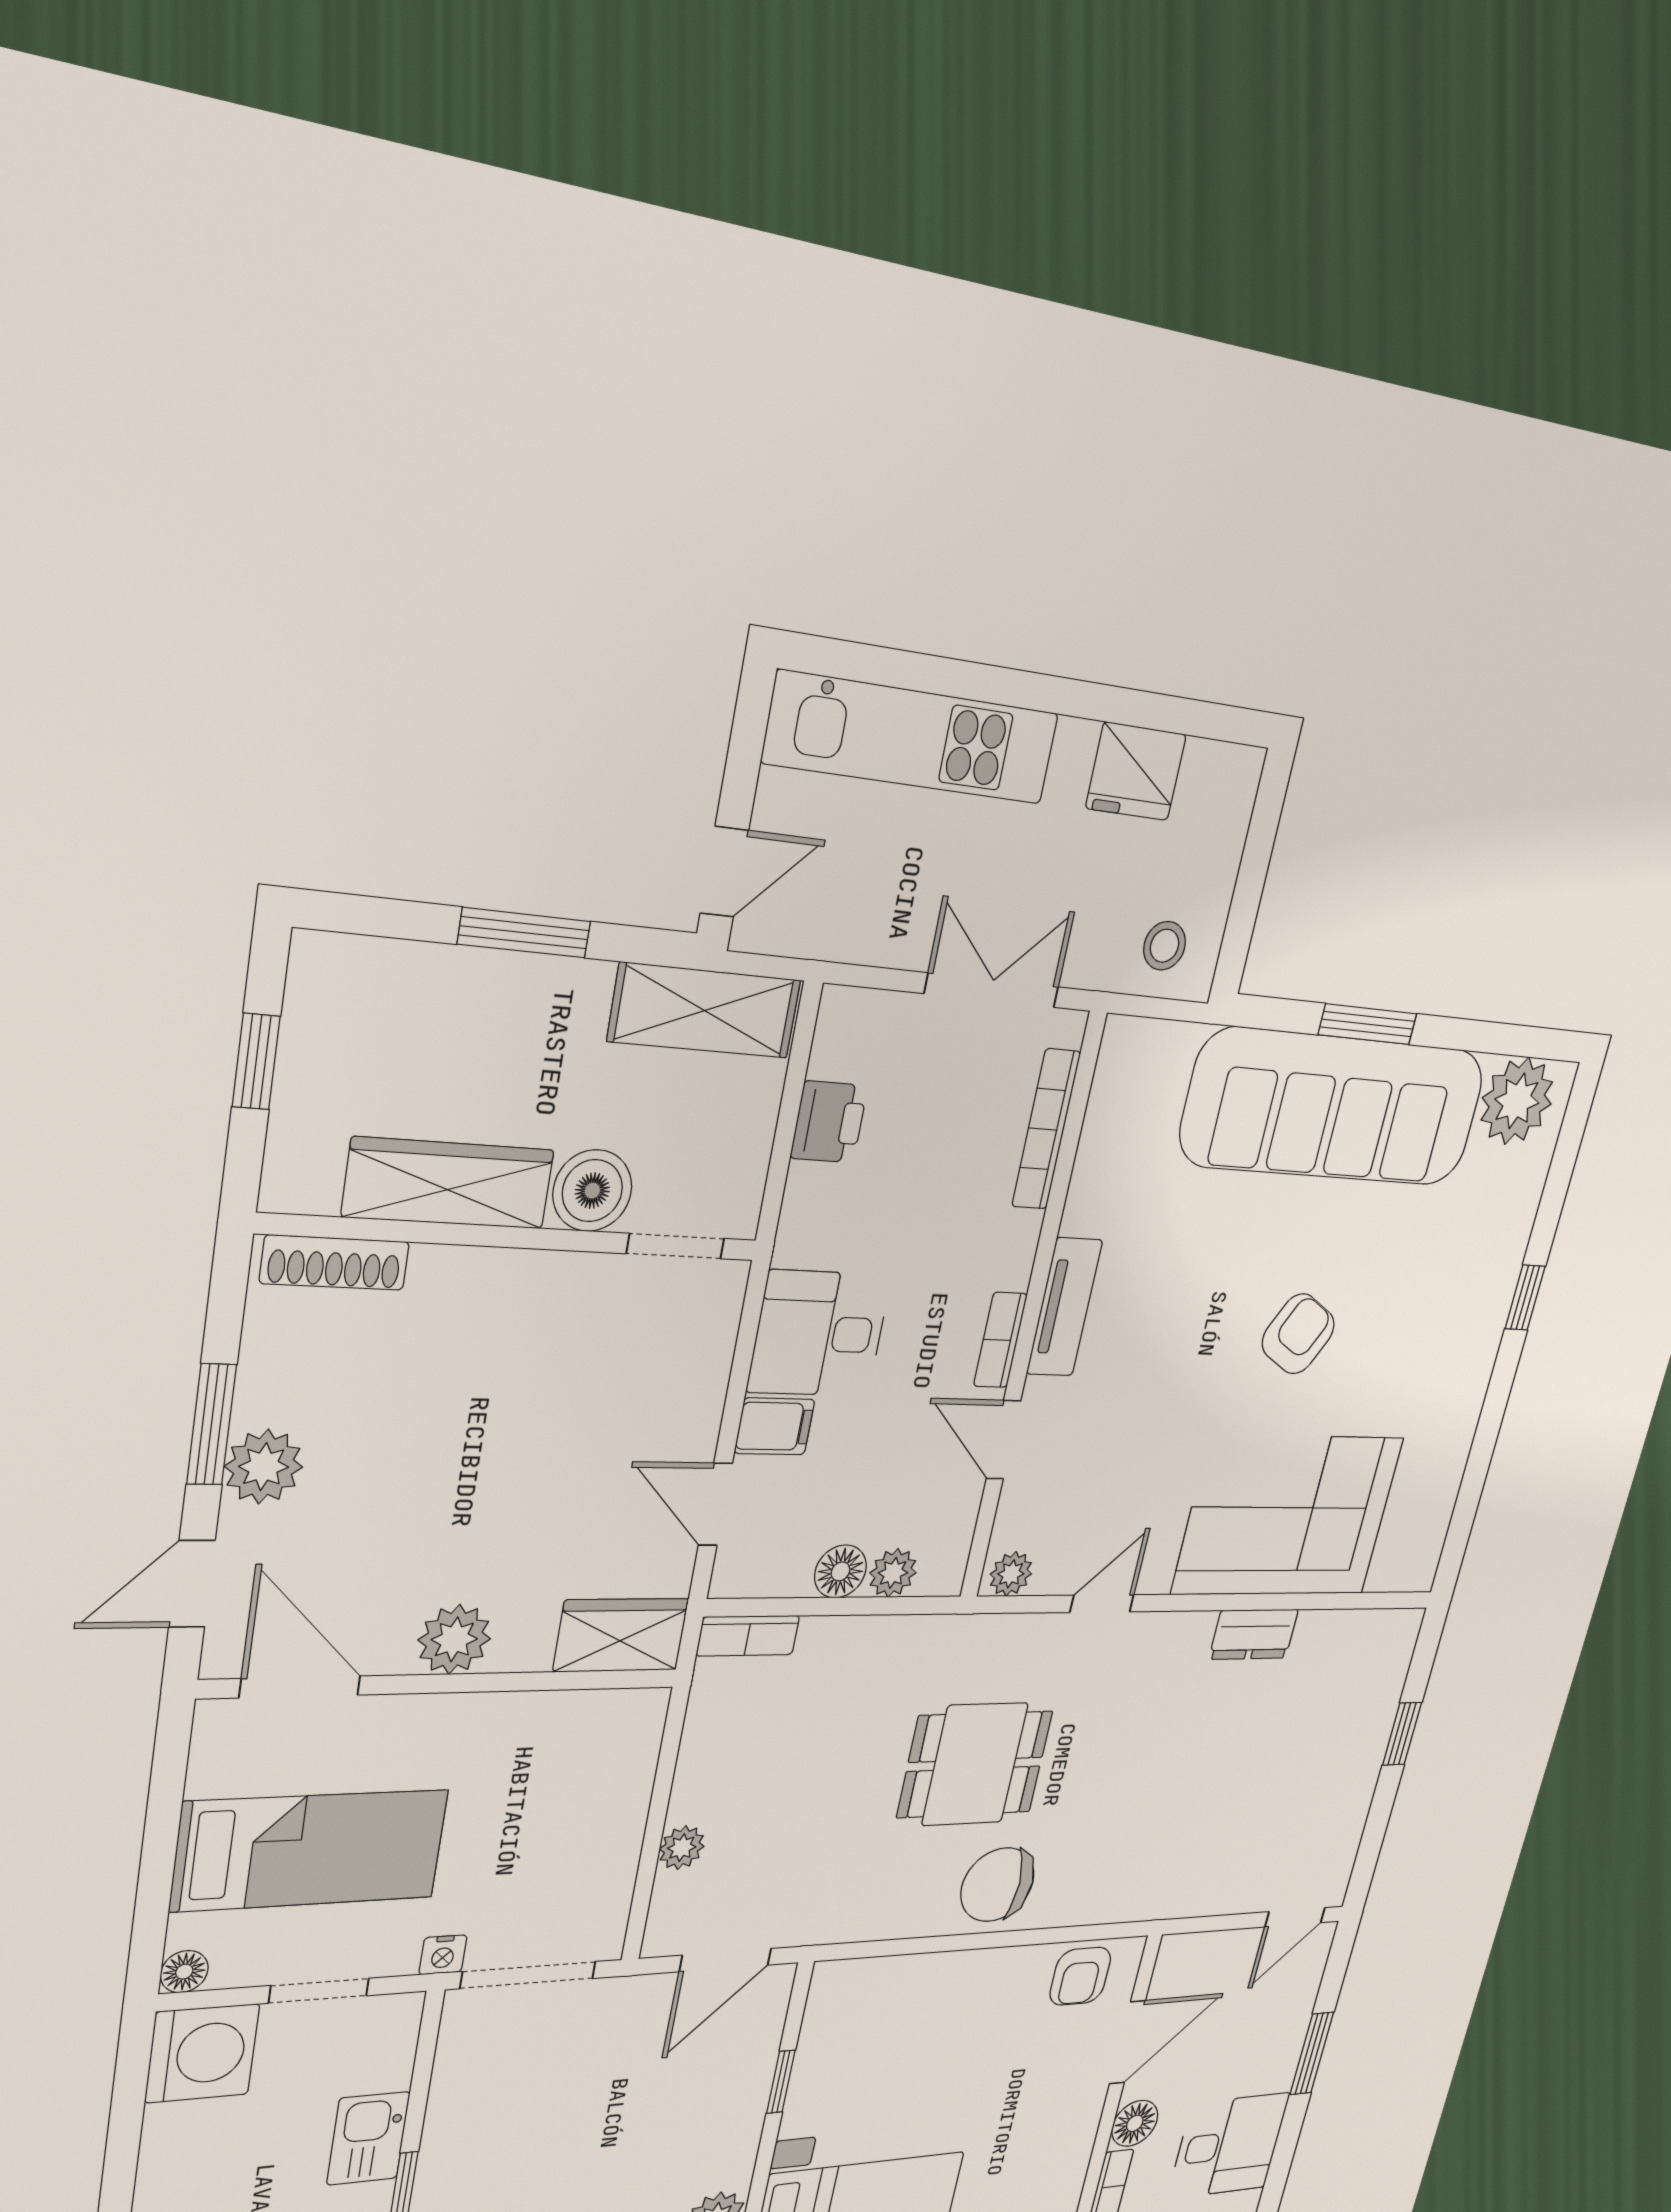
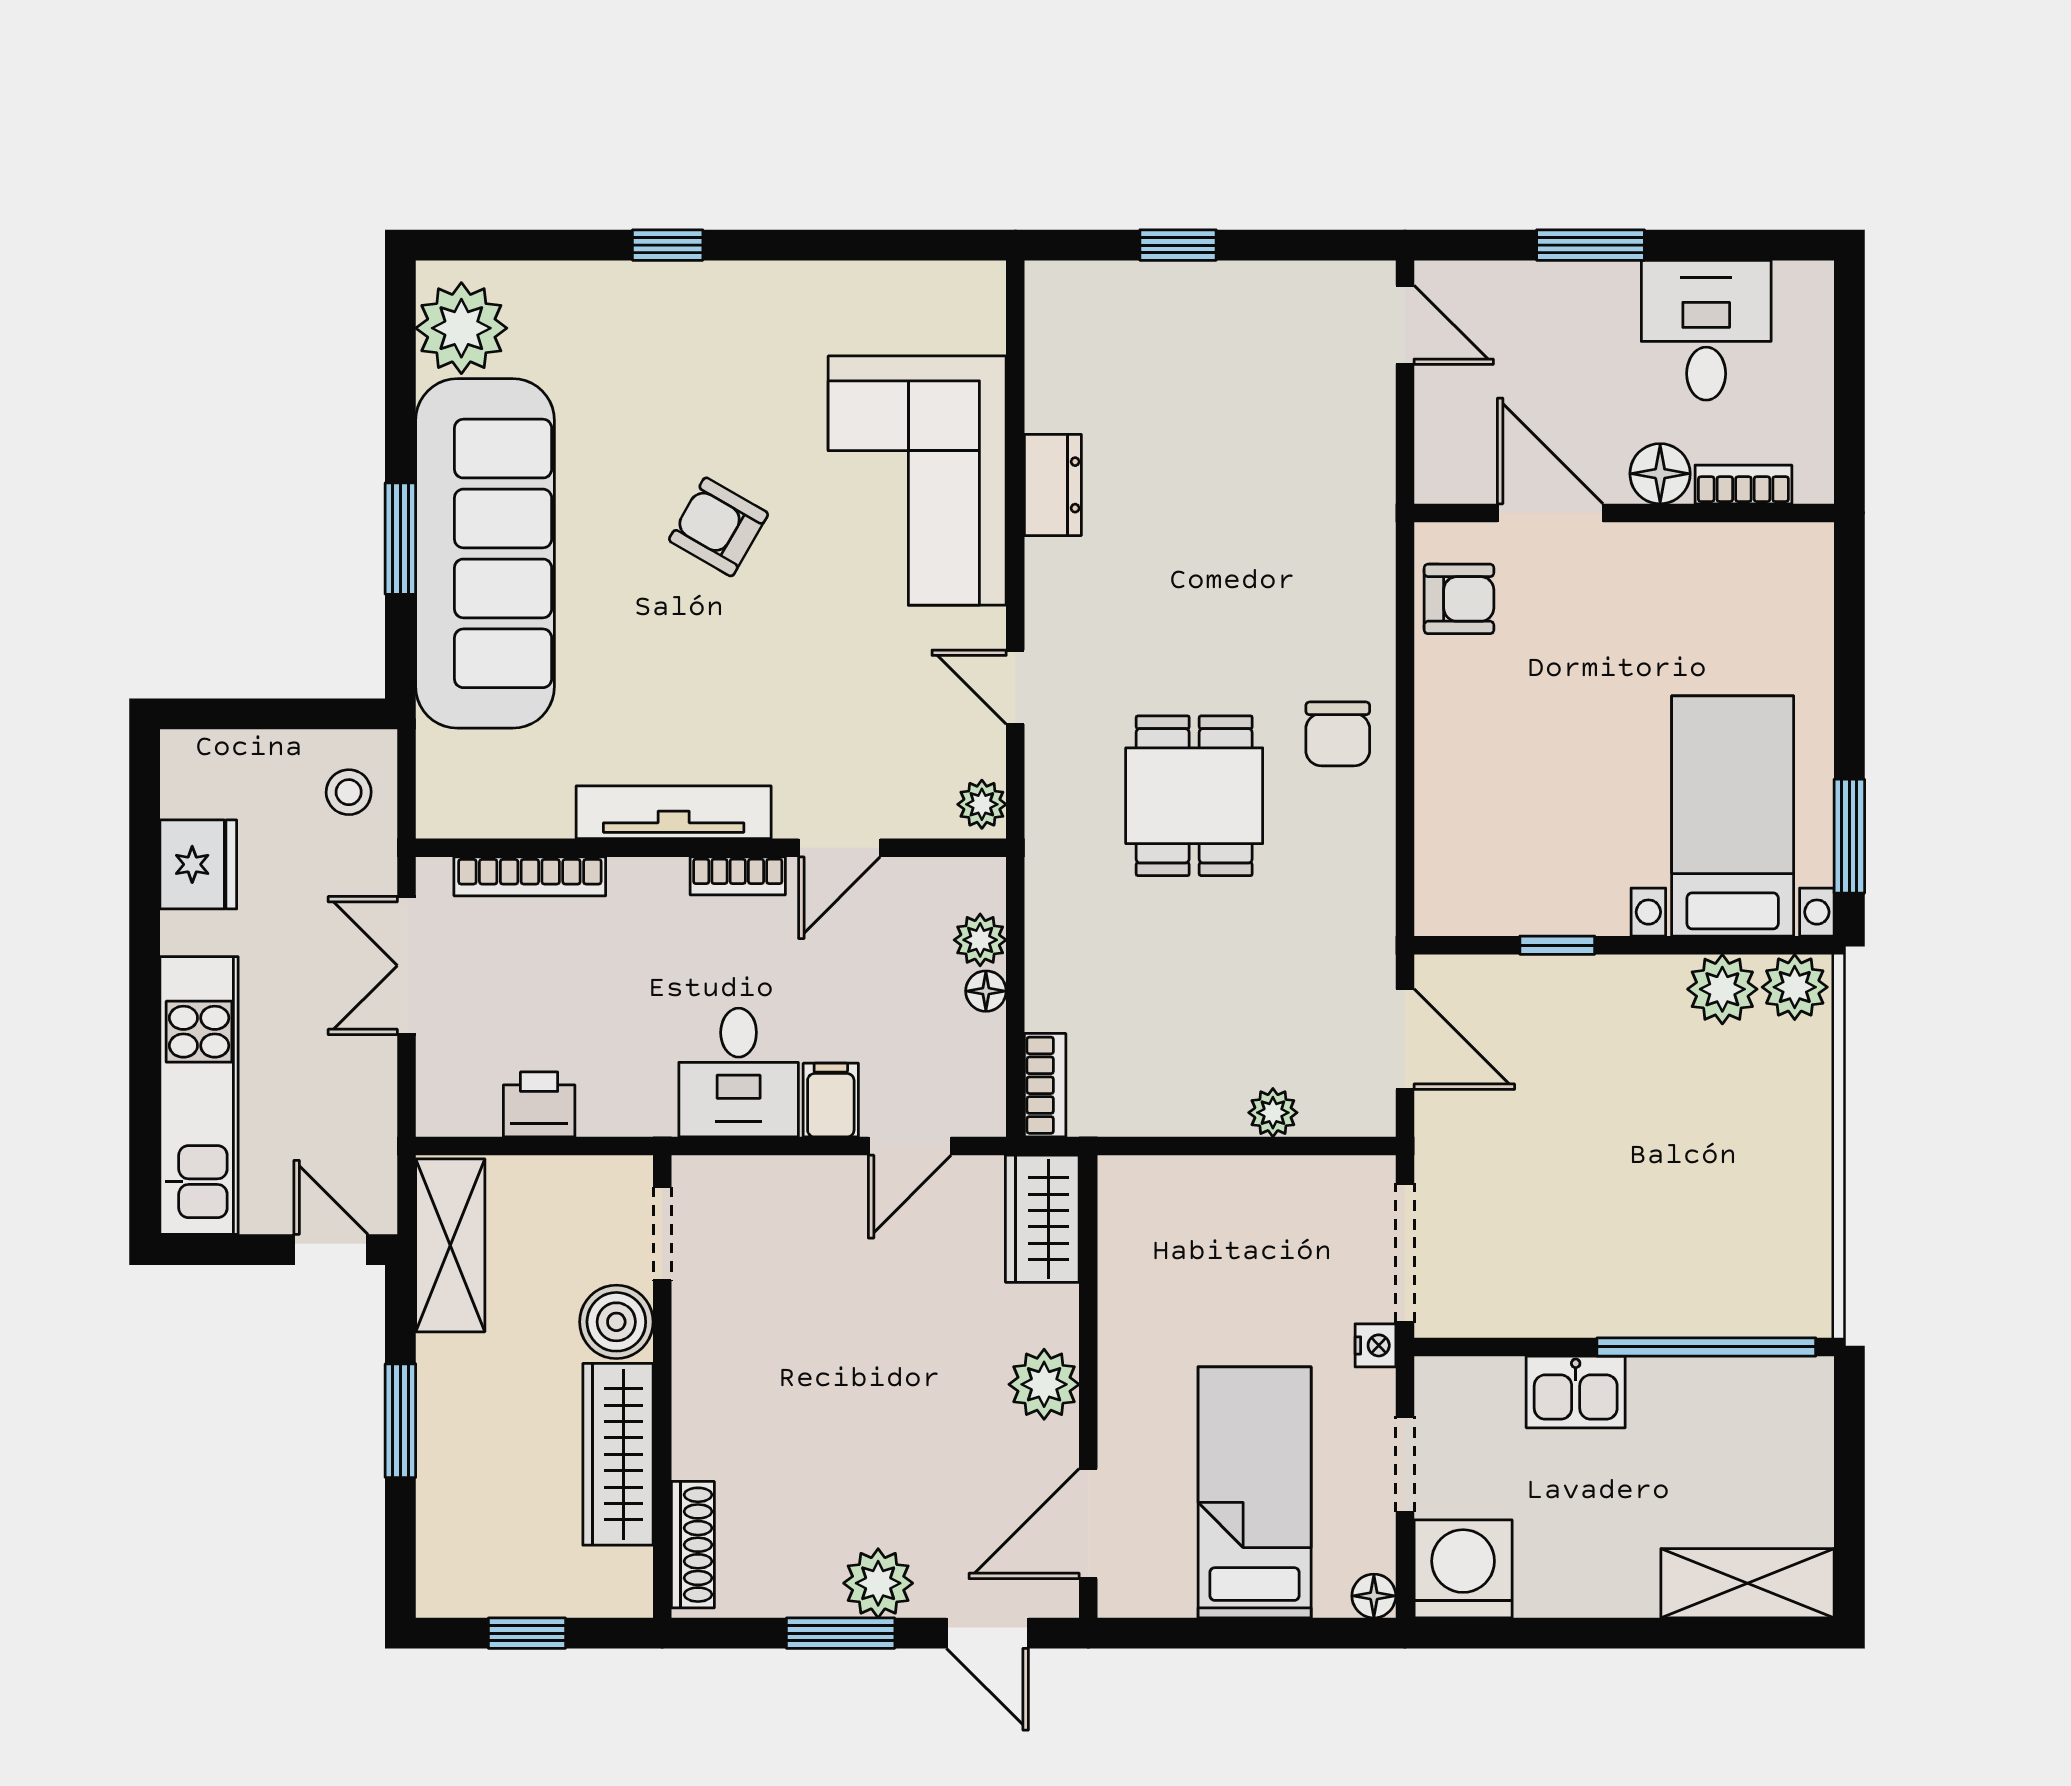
tv unit: (1064, 1307) -> (674, 812), width x1.41
floor lamp: (840, 1571) -> (986, 991), width x0.73, depth x0.73
chair: (997, 1885) -> (1338, 734), width x0.73, depth x0.73

